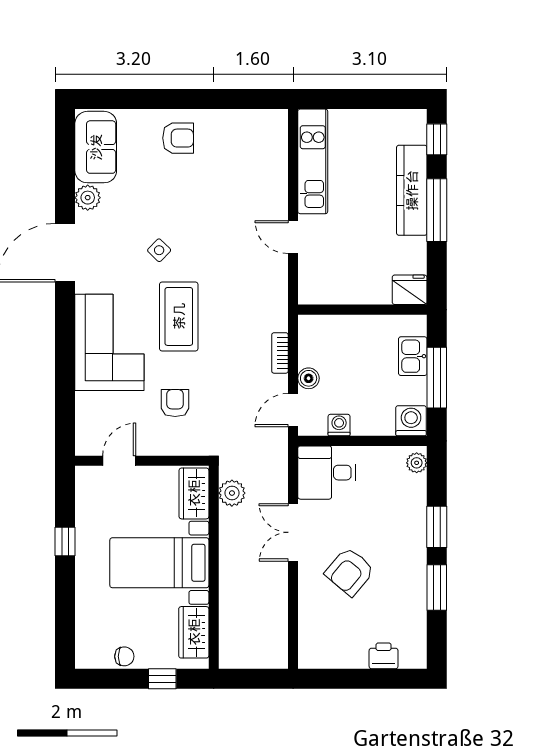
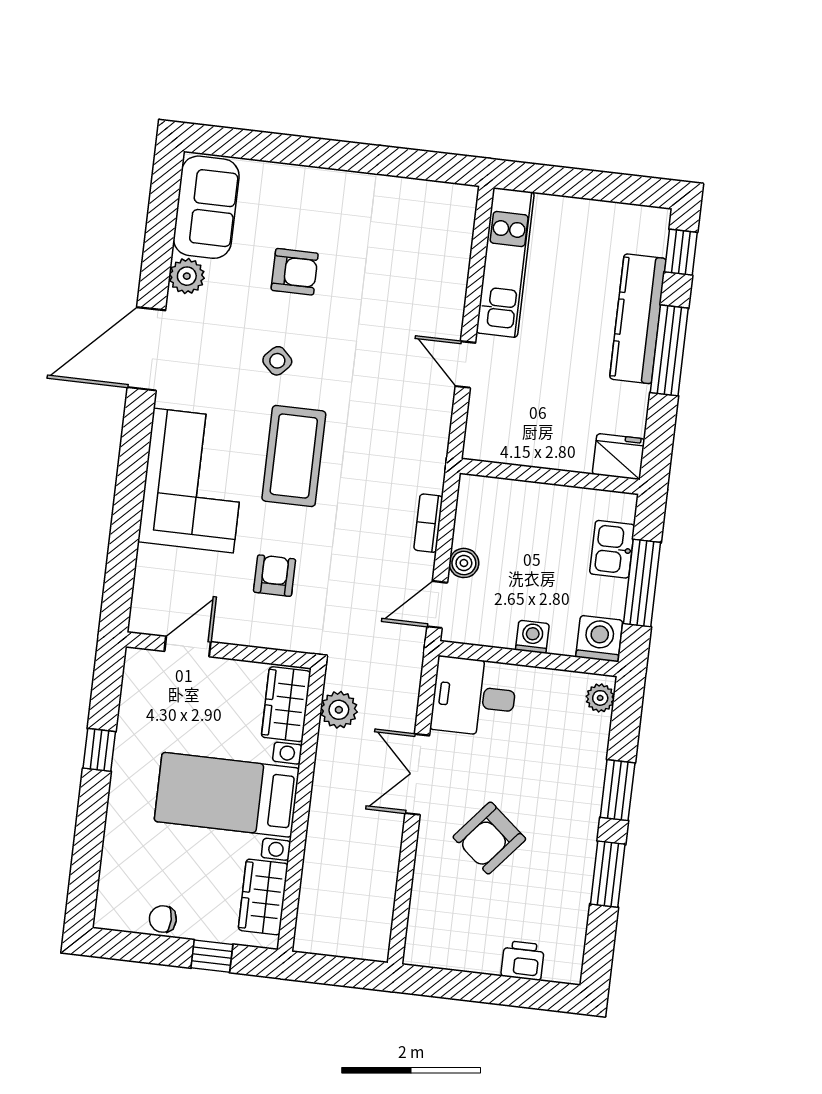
armchair: (178, 138) -> (295, 272), moved
washing machine: (339, 425) -> (532, 637), moved
chair: (124, 656) -> (163, 919), turned 180

